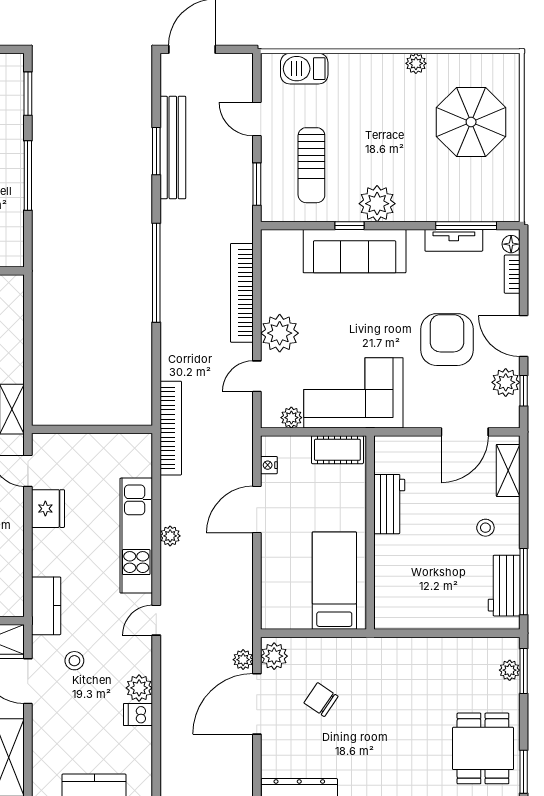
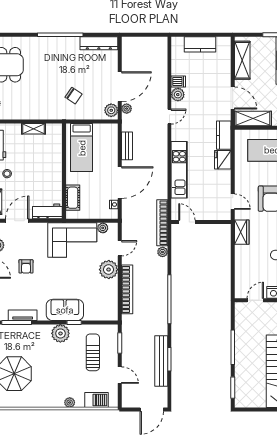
plant: (416, 63) -> (70, 403), moved
sofa: (355, 251) -> (65, 310), width x0.73
armchair: (447, 340) -> (26, 266), width x0.53, depth x0.53
door: (121, 429) -> (187, 222), added
cot: (337, 450) -> (73, 198), moved, turned 90
workbench: (389, 504) -> (47, 211), moved, turned 90
fridge: (48, 509) -> (223, 160), moved
door: (257, 509) -> (120, 183), width x1.36
plant: (170, 536) -> (163, 252), moved
bench: (242, 584) -> (127, 146), added
shelving: (432, 619) -> (33, 129), added
door: (156, 620) -> (169, 117), moved
stool: (74, 661) -> (210, 108), removed
chair: (321, 700) -> (74, 96), moved

